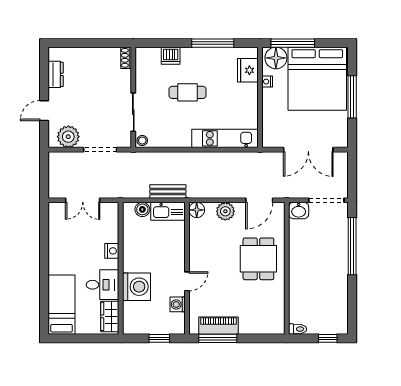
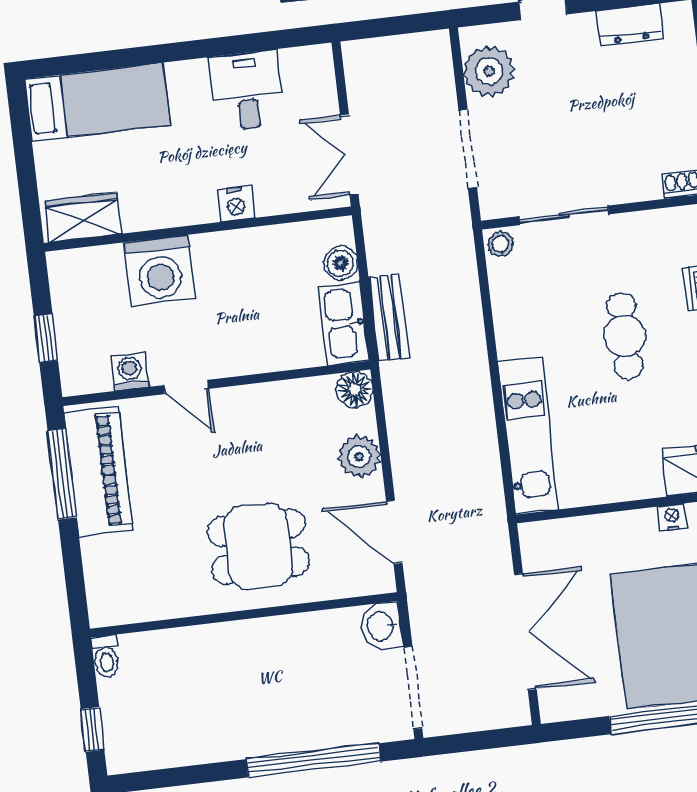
double door: (308, 150) -> (525, 632), swing flipped
double door: (83, 200) -> (349, 155), moved
desk: (103, 285) -> (247, 91), moved, turned 180
piano: (218, 326) -> (98, 471), width x1.37, depth x1.33

